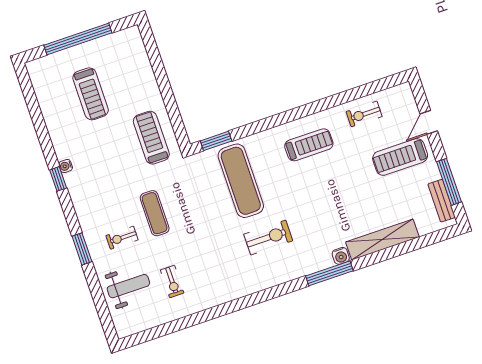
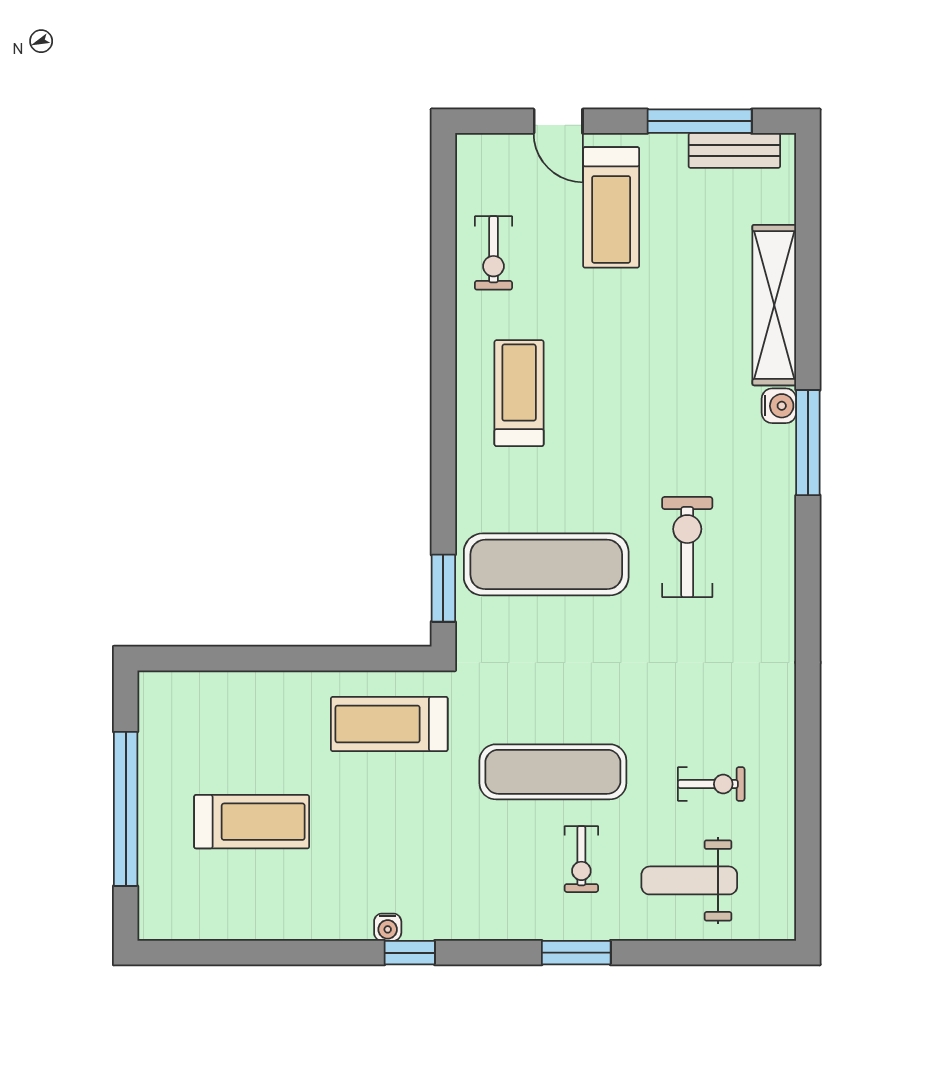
exercise mat: (155, 213) -> (553, 772), width x1.36, depth x1.45
weight bench: (128, 286) -> (689, 880), turned -90

